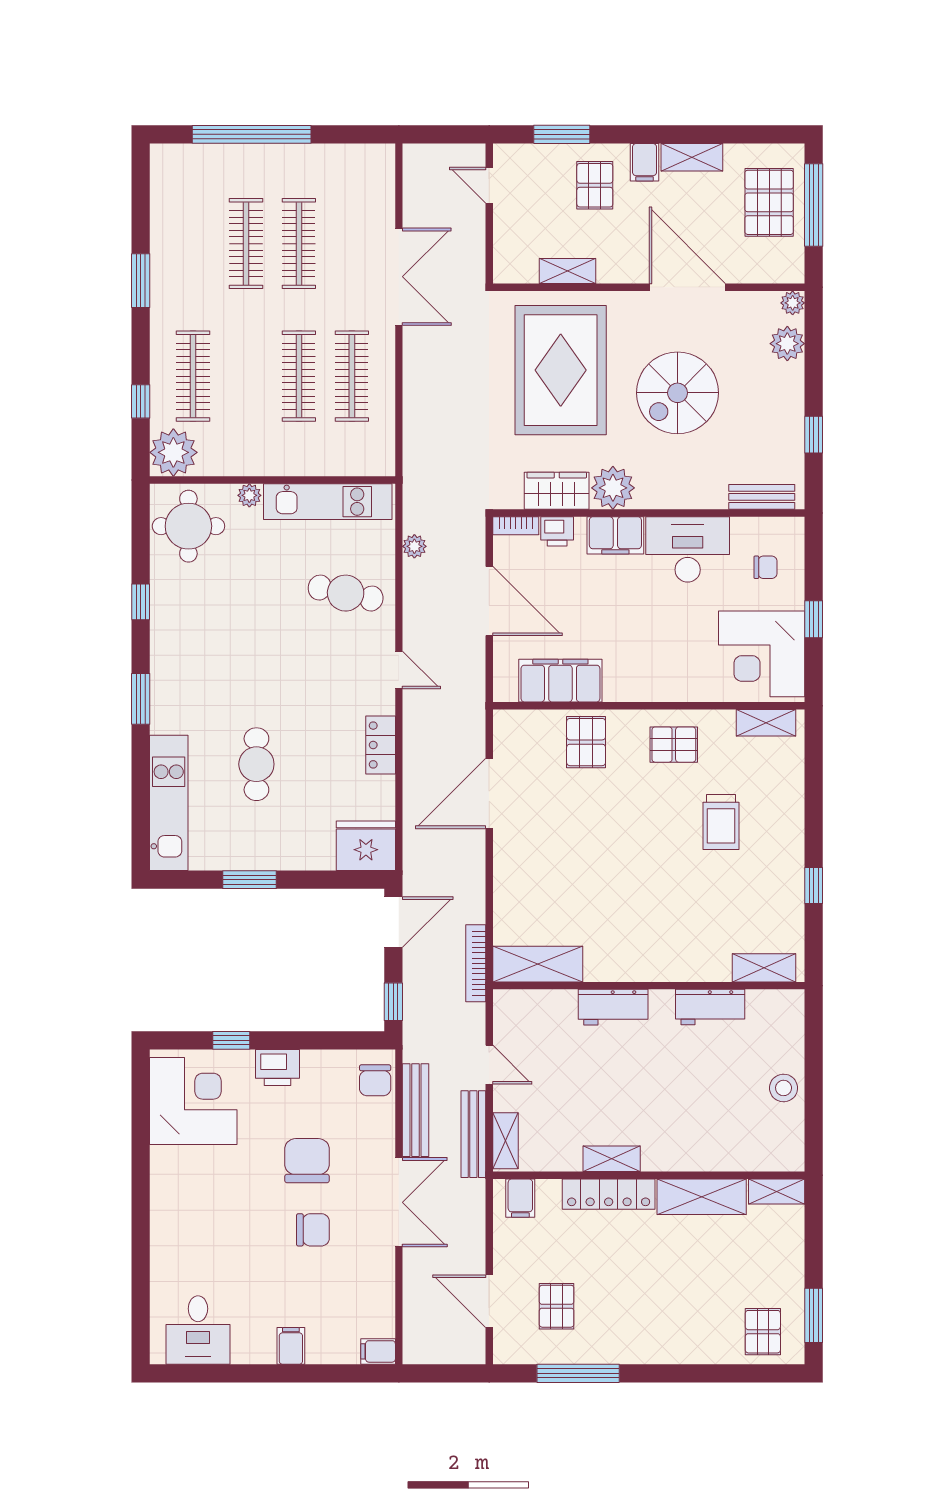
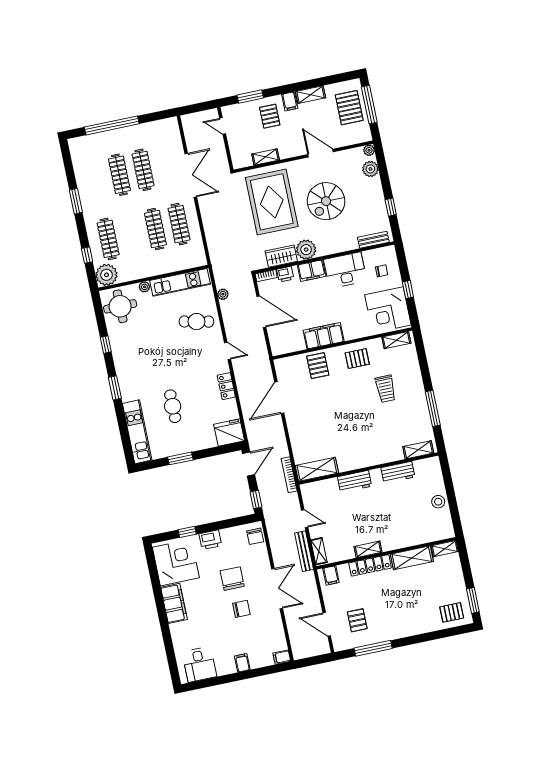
door: (687, 287) -> (321, 153), width x0.73
filing cabinet: (560, 681) -> (324, 336), moved
window: (814, 885) -> (433, 408), width x2.17
bench: (415, 1110) -> (276, 546), removed
filing cabinet: (171, 1188) -> (174, 603), added
pallet: (763, 1332) -> (452, 612), turned 90

